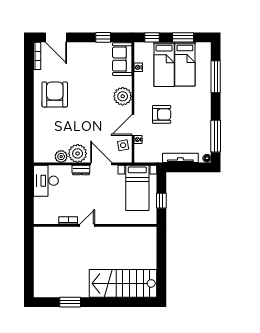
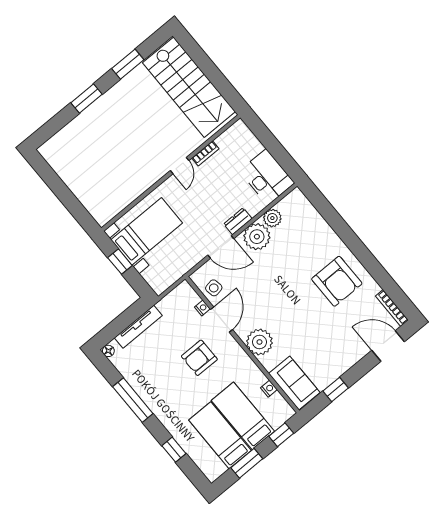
window: (216, 77) -> (174, 450), width x0.46
window: (216, 136) -> (133, 400), moved
bed with nightstands: (137, 188) -> (147, 231), moved, turned 90
stairs: (123, 283) -> (189, 87), moved, turned 90
window: (107, 302) -> (86, 98), added

